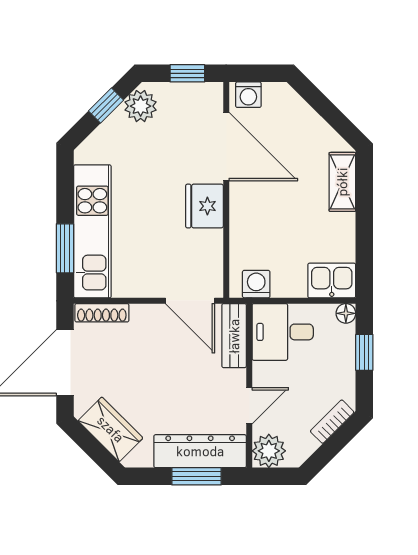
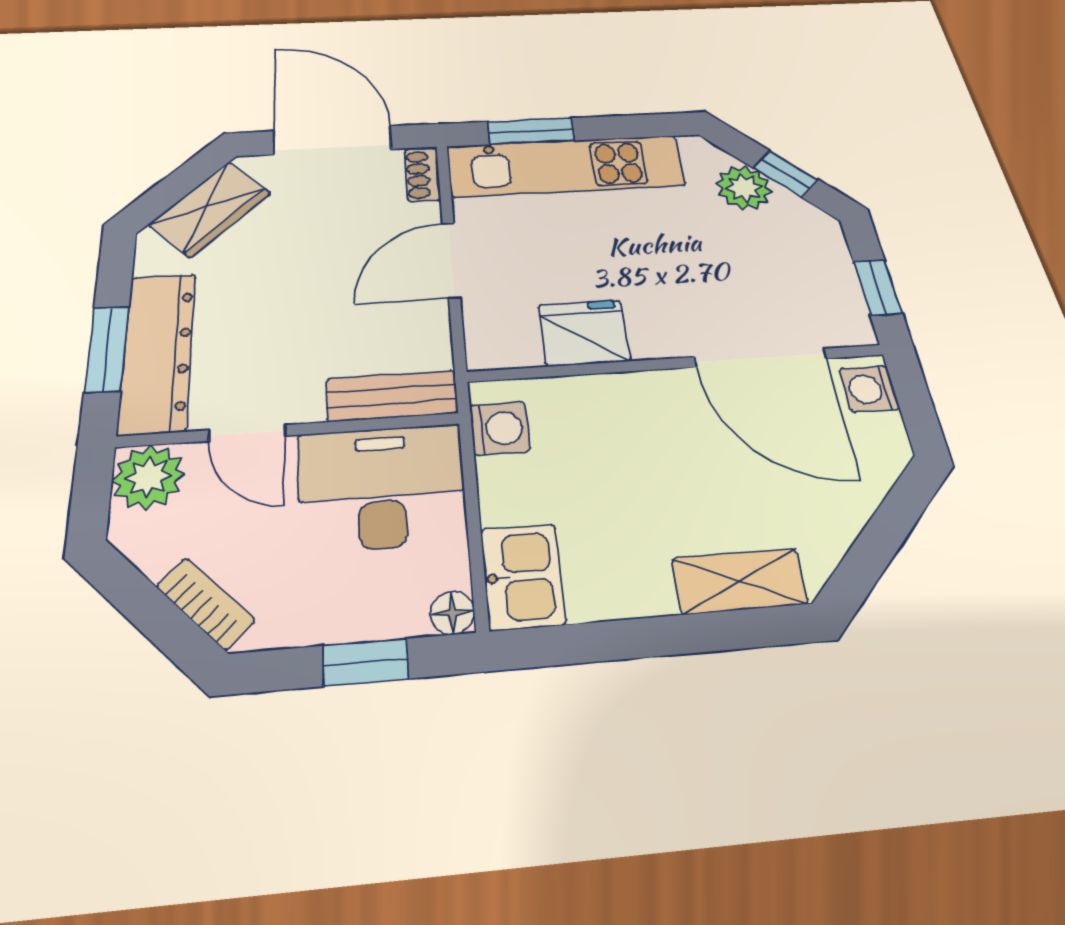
plant: (141, 106) -> (744, 188), moved
door: (226, 147) -> (760, 358), hinge flipped
fridge: (204, 206) -> (584, 333), moved
door: (190, 301) -> (451, 260), moved
shoe rack: (102, 313) -> (423, 175), width x0.70
desk: (283, 332) -> (381, 487), width x1.37

